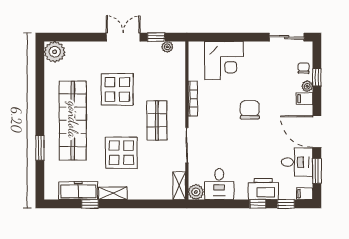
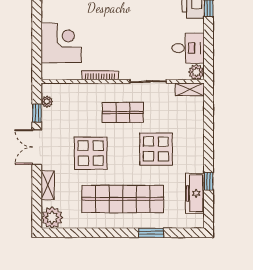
chair: (250, 110) -> (112, 17), removed
shelving: (113, 193) -> (48, 185), moved

